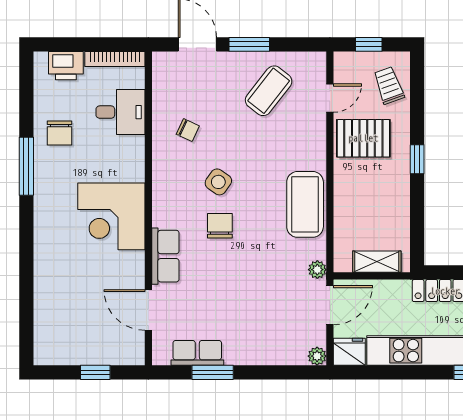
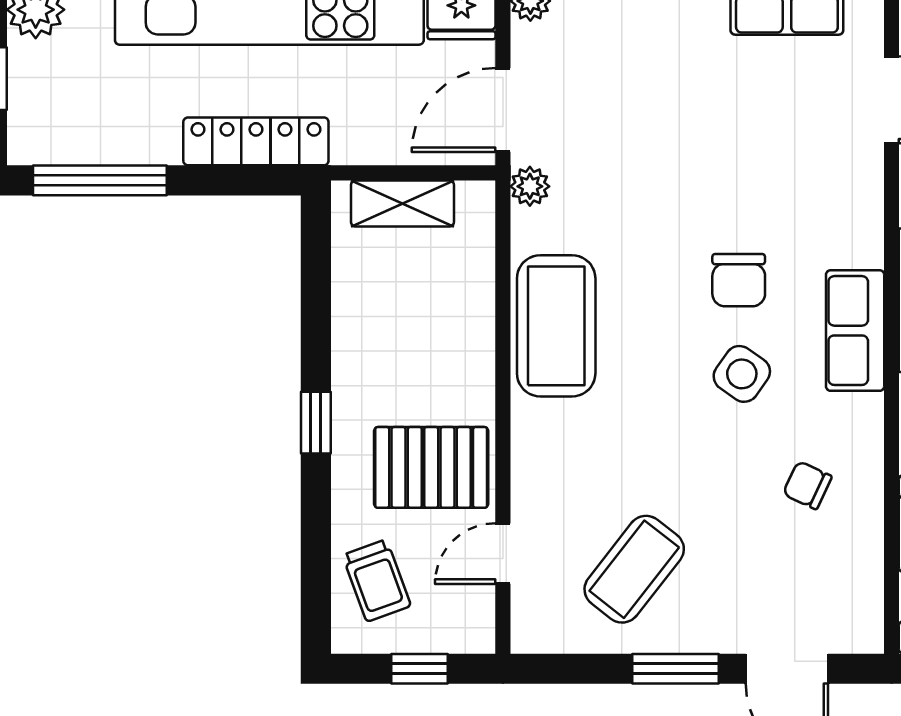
row of seats: (165, 256) -> (855, 331), moved

